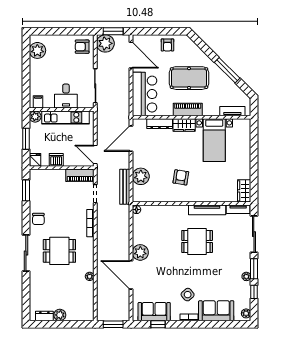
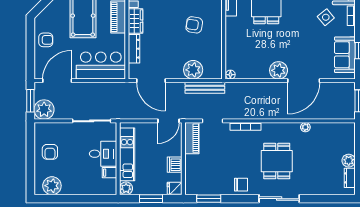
armchair: (82, 47) -> (50, 152), moved
filing cabinet: (38, 102) -> (110, 173), moved

